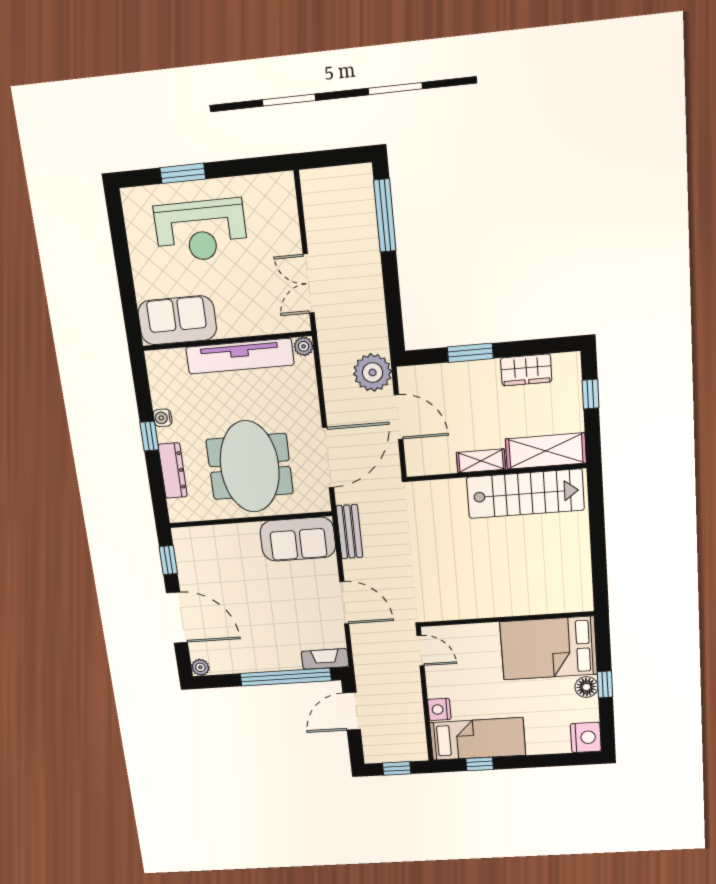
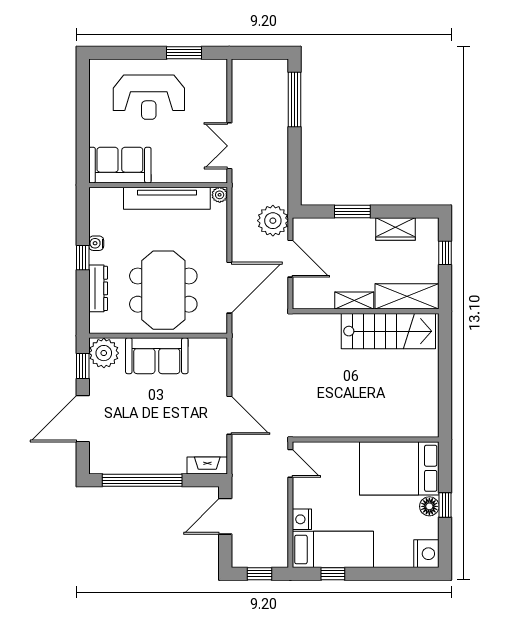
window: (183, 173) -> (184, 53), moved
bench: (349, 532) -> (240, 352), removed
sofa: (298, 539) -> (157, 356), moved
door: (177, 618) -> (83, 419), swing flipped
plant: (200, 667) -> (104, 353), moved, width x1.87, depth x1.87
window: (286, 677) -> (142, 480), moved

